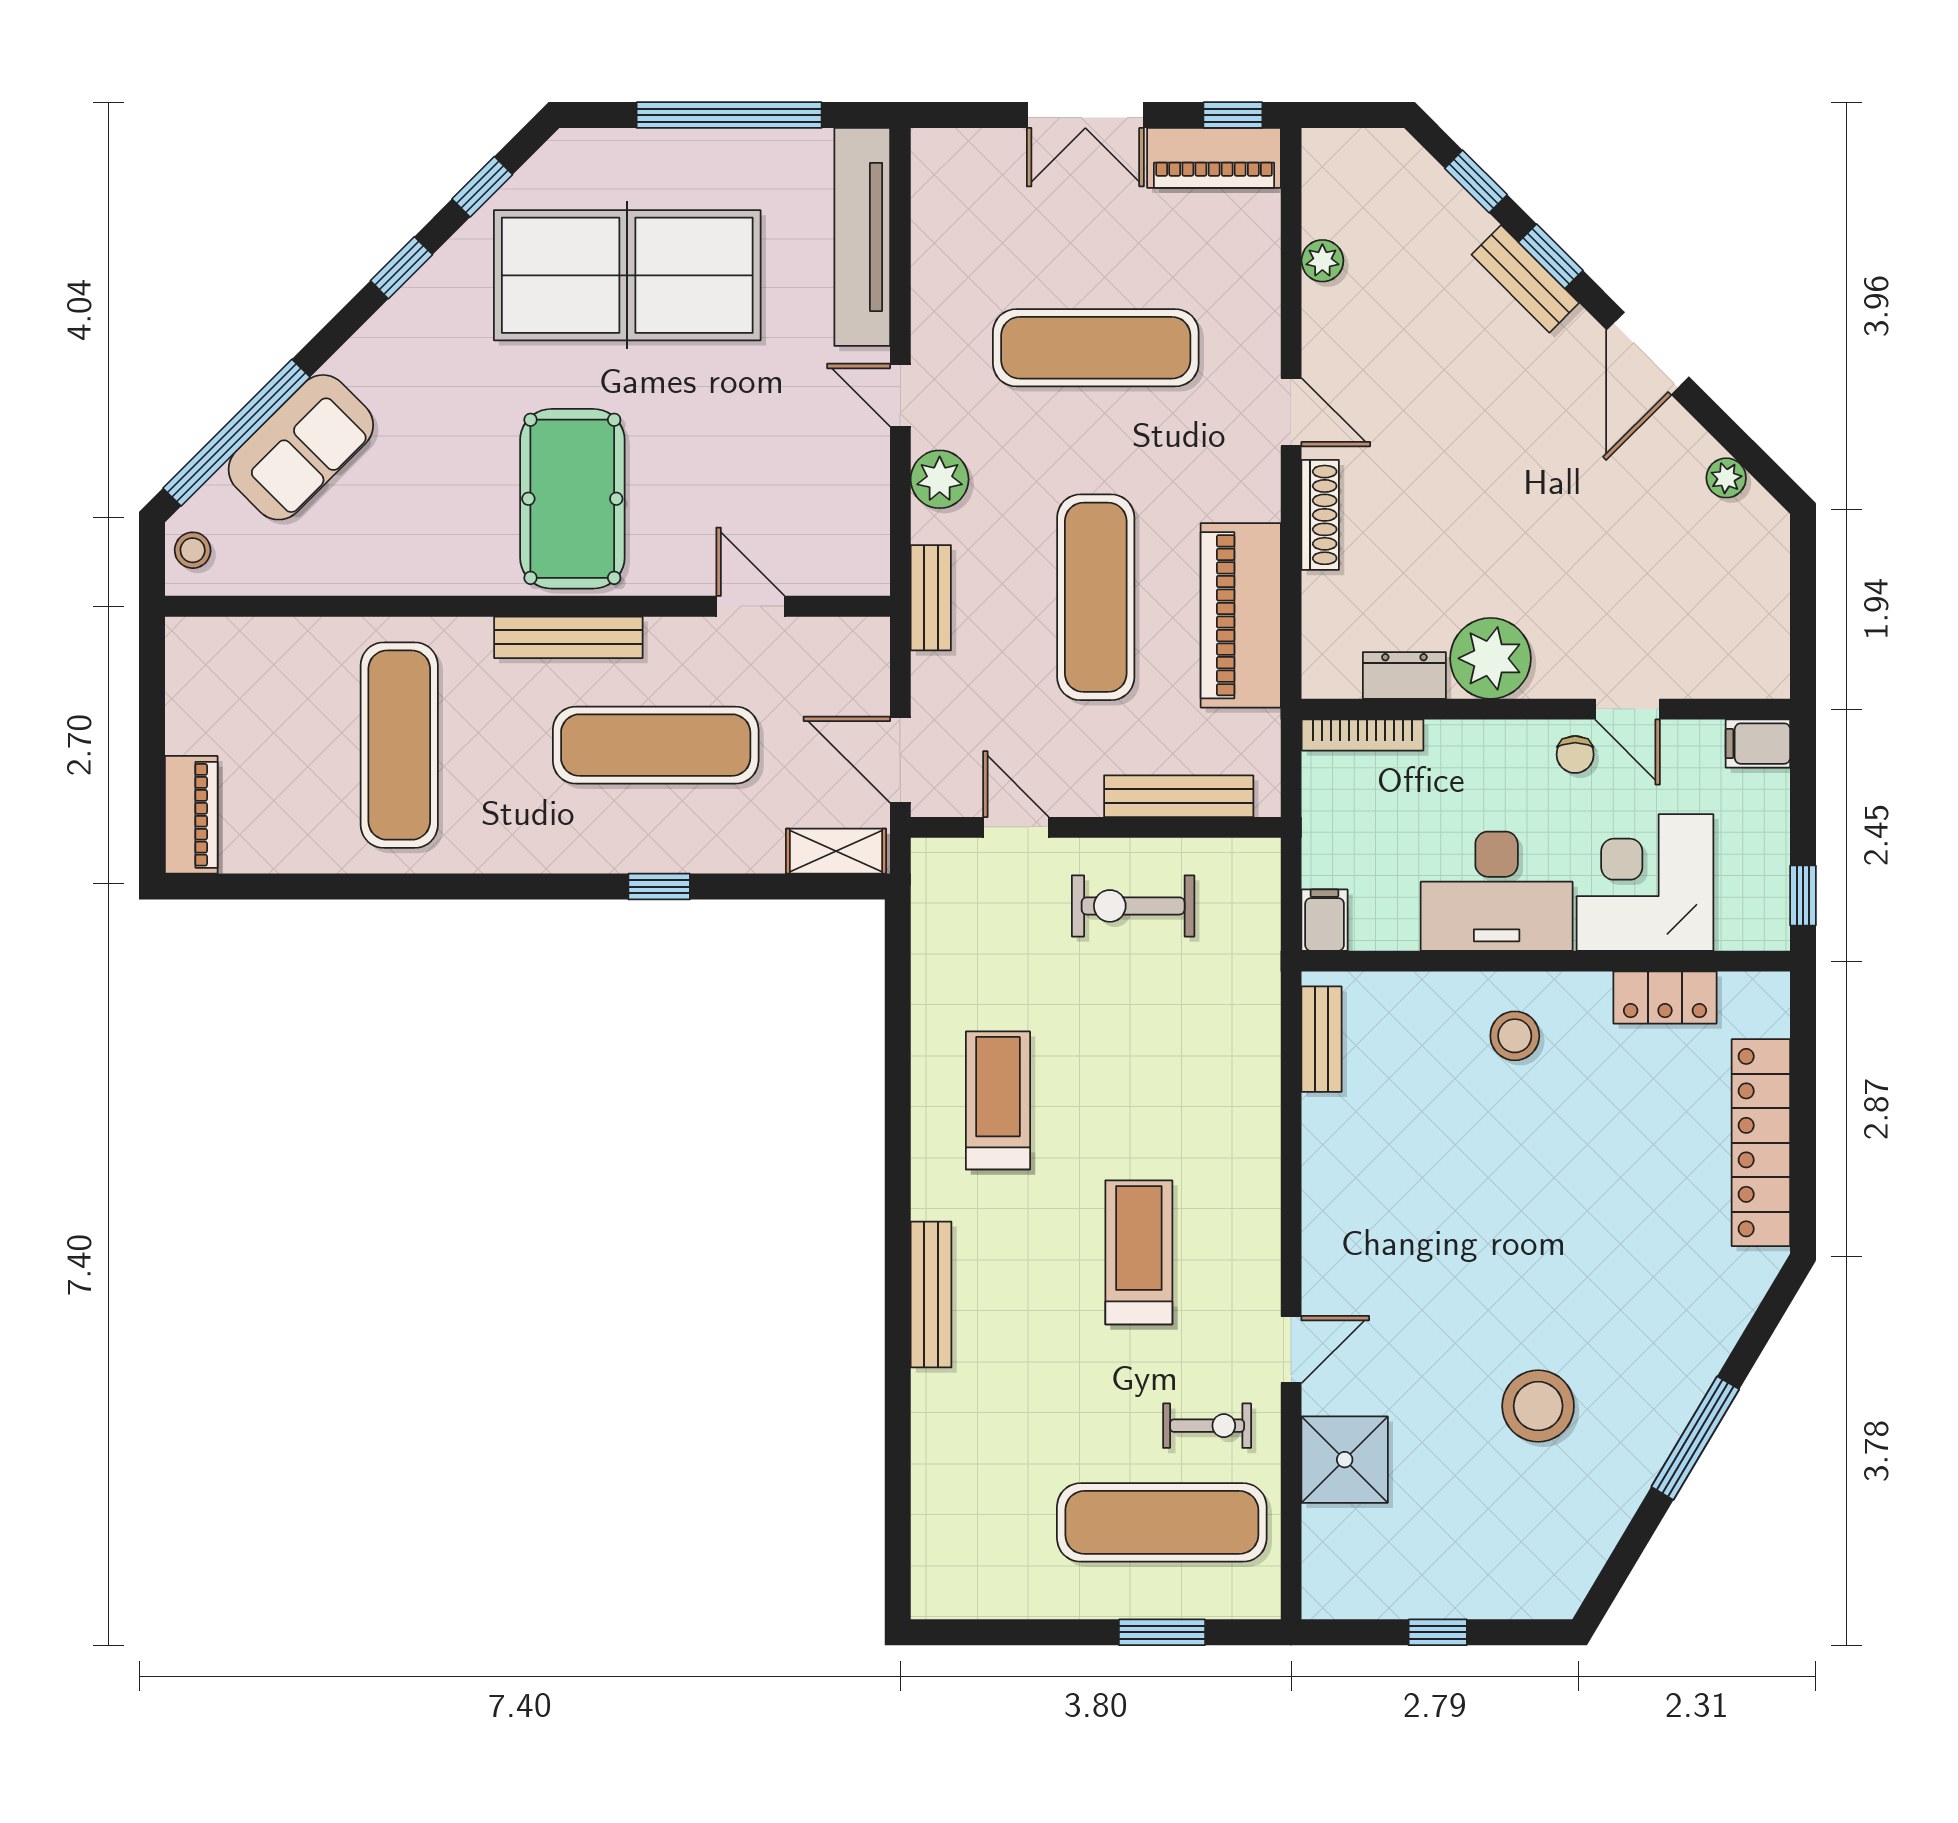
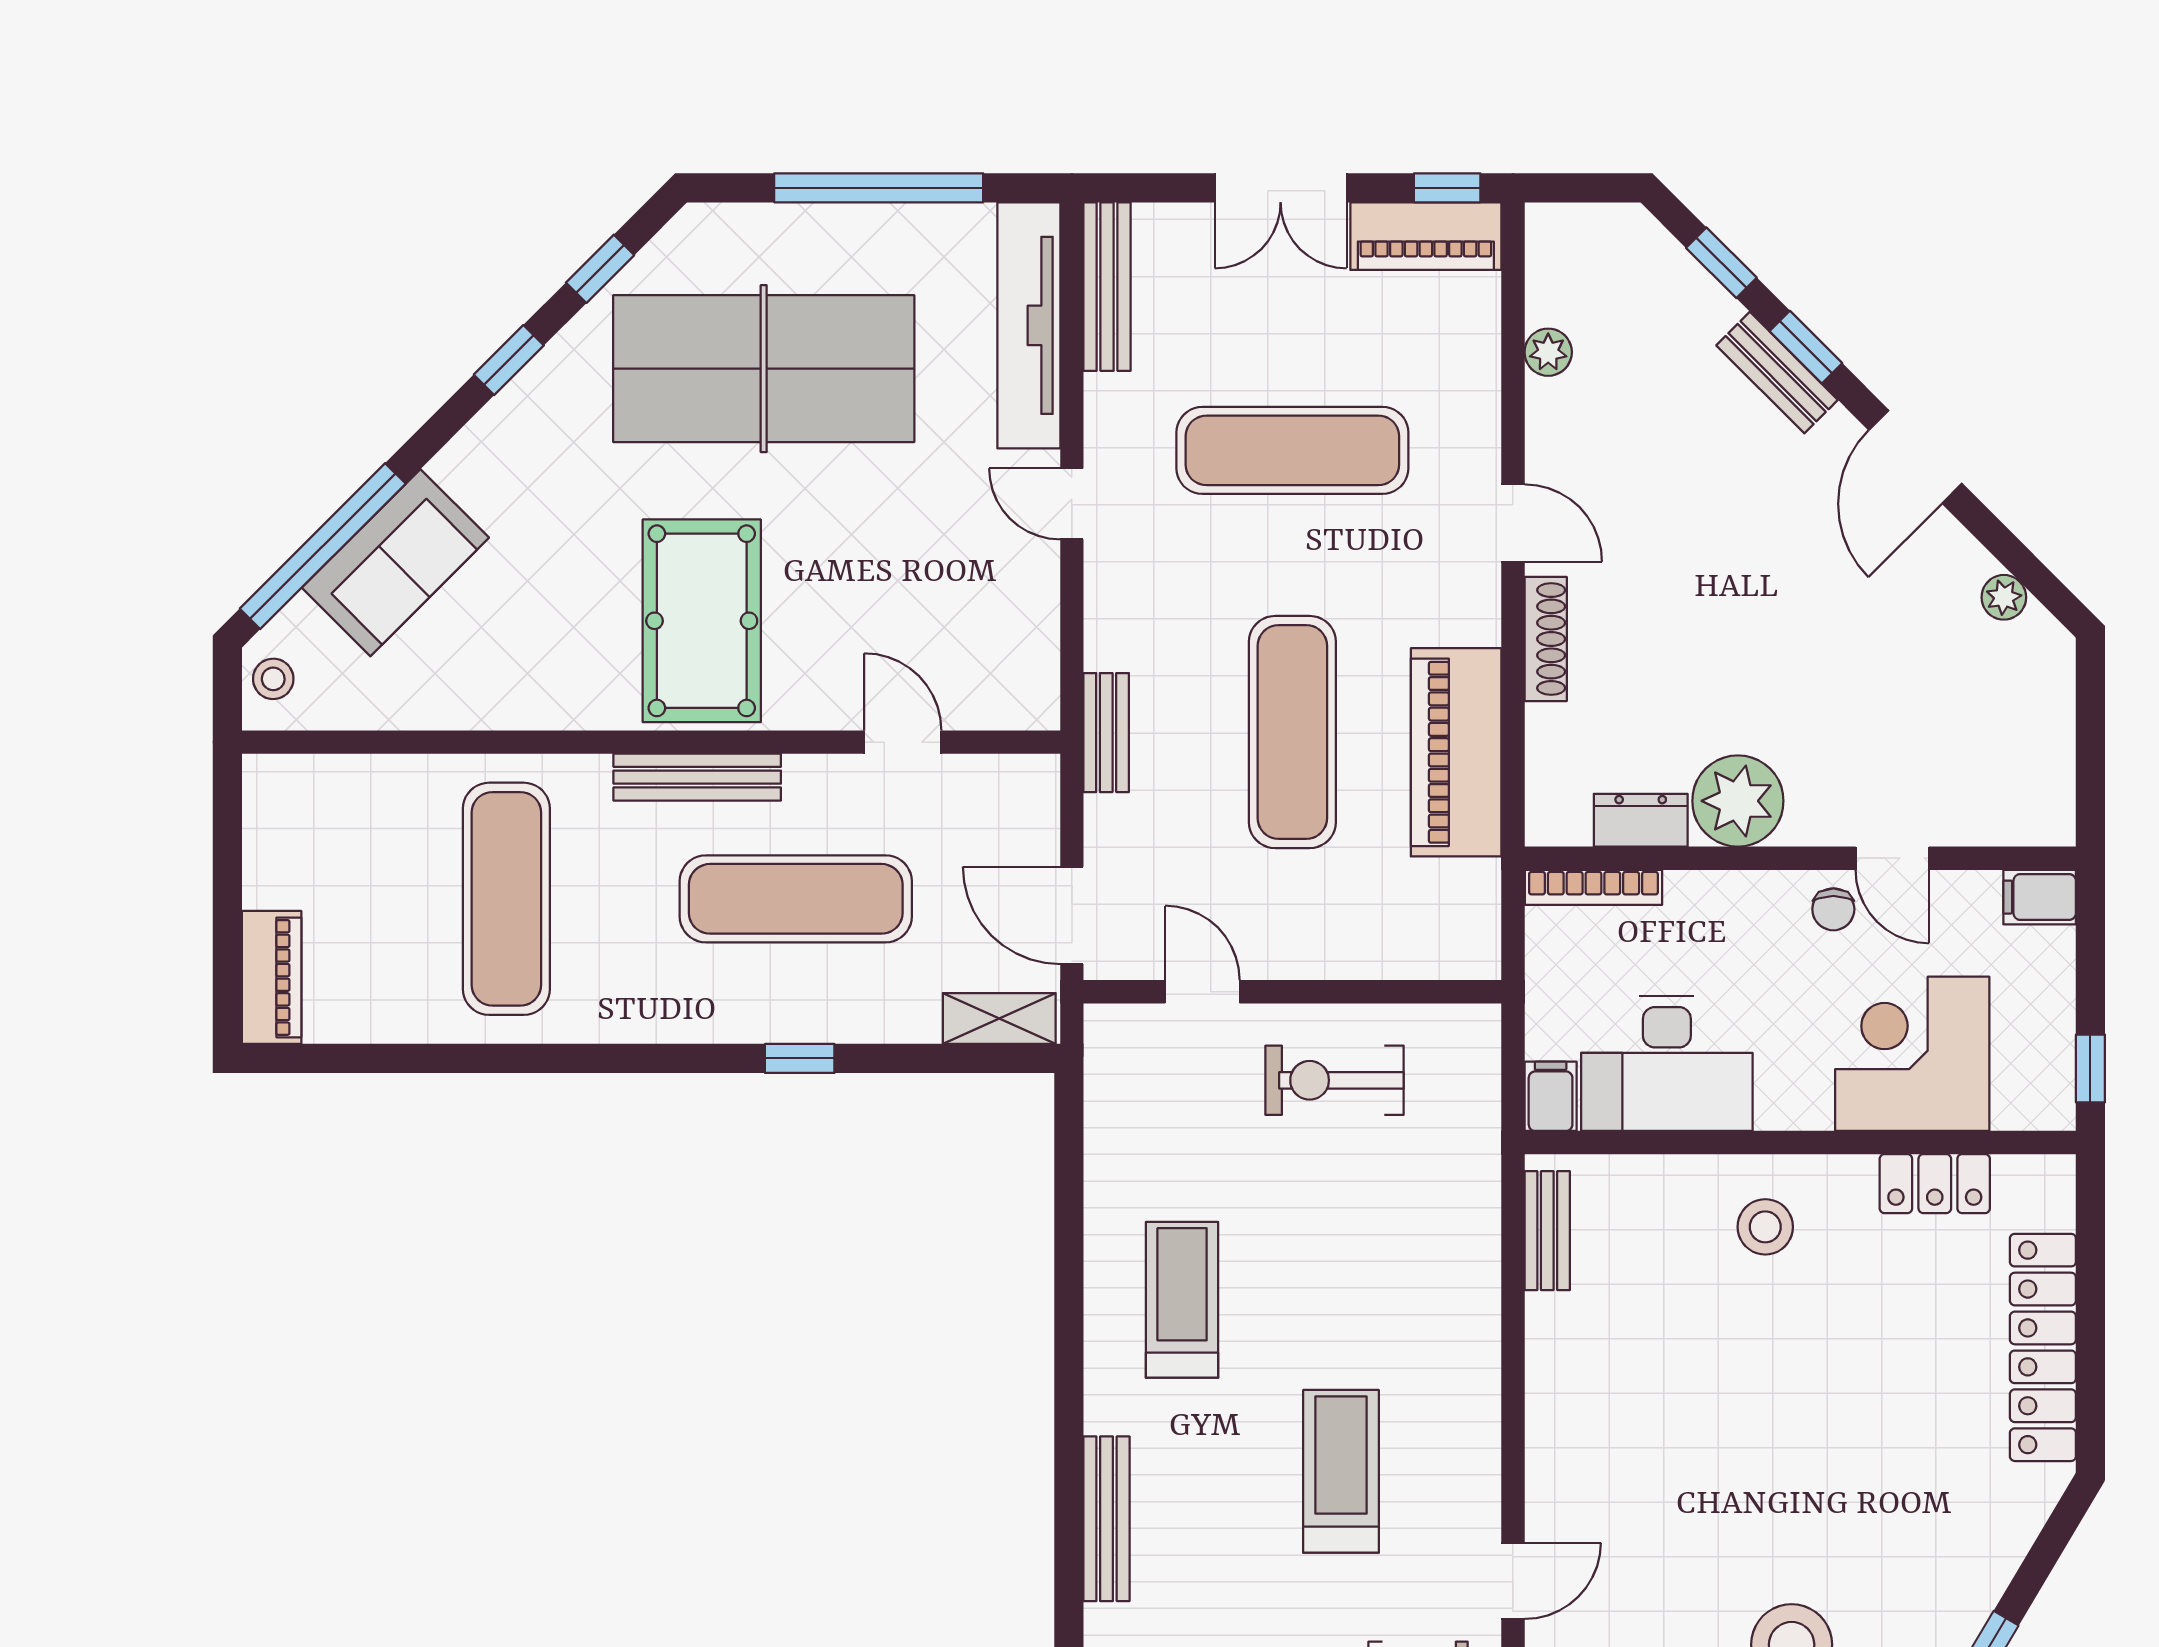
plant: (940, 479) -> (1116, 599), removed
bench: (1179, 796) -> (1107, 287), moved, turned 90
desk: (1497, 891) -> (1667, 1064), moved

